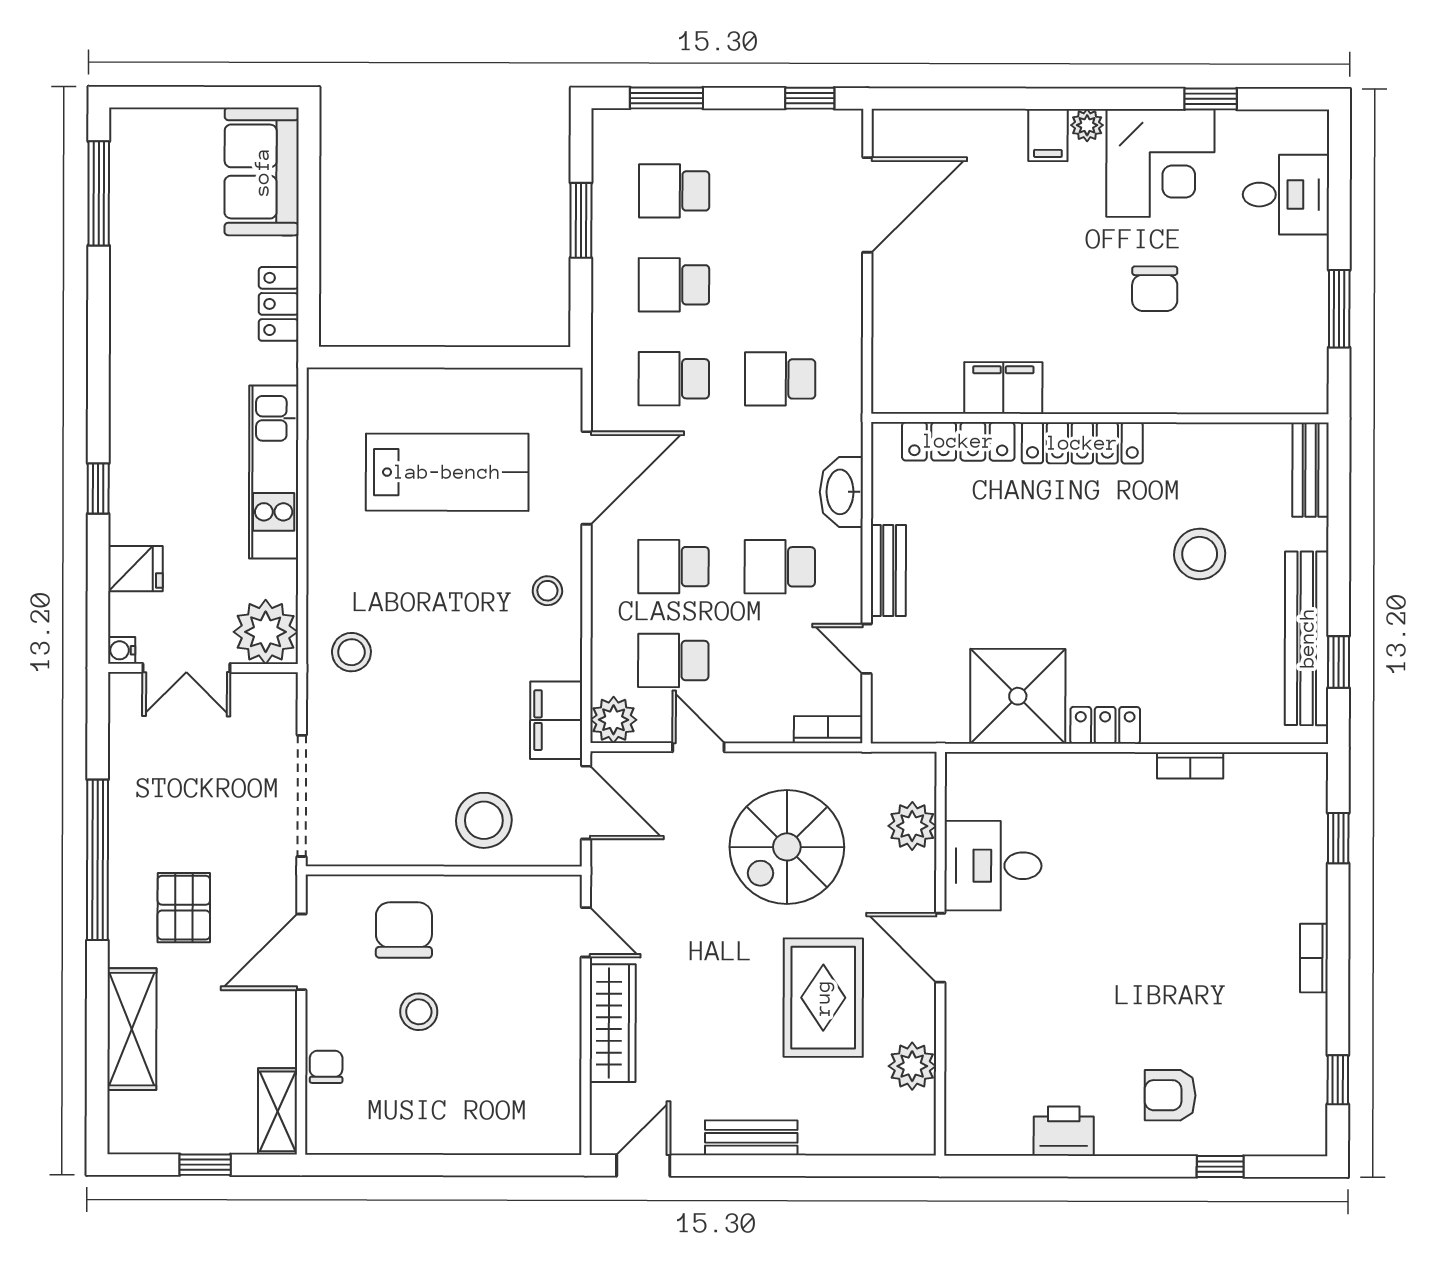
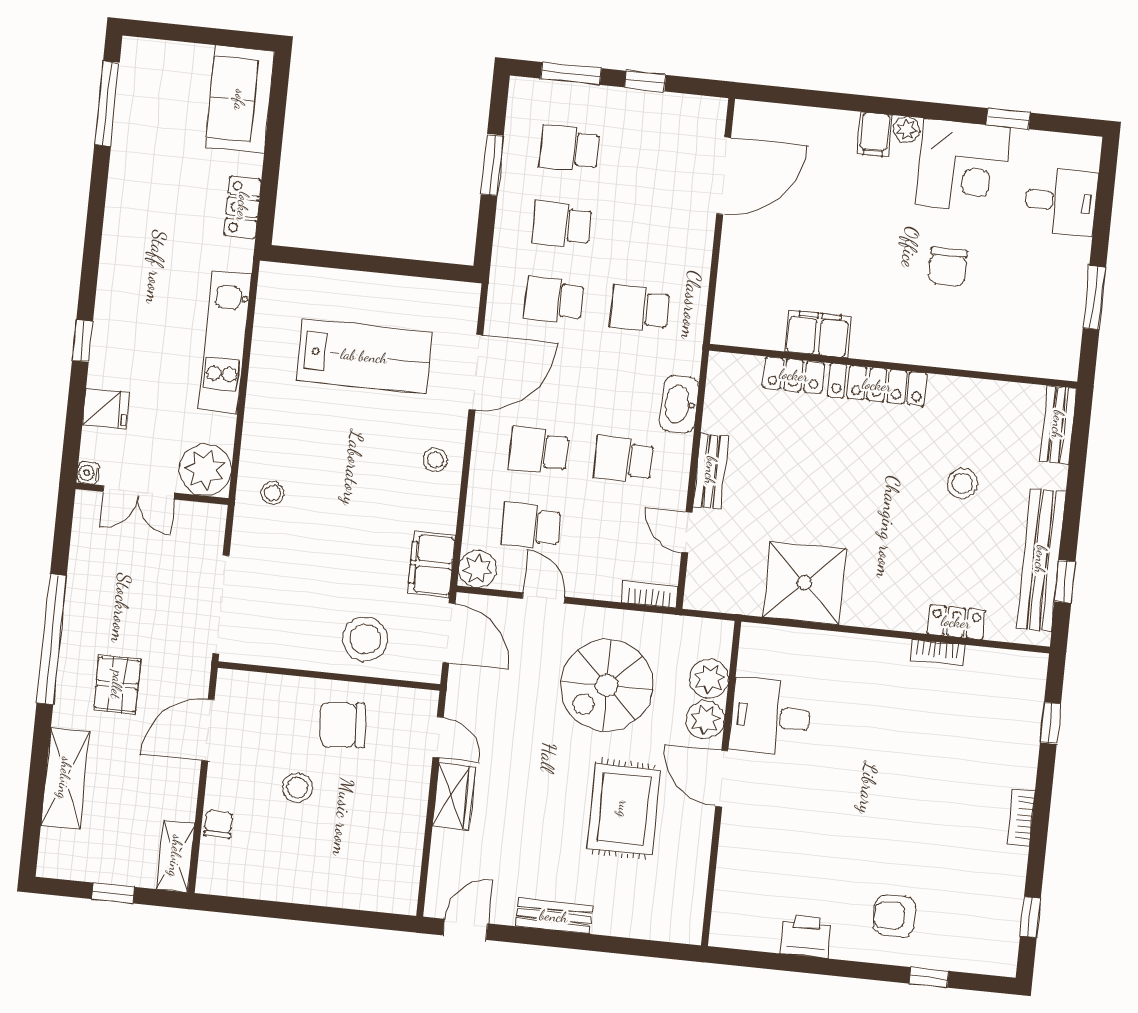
window: (810, 98) -> (645, 81), moved
locker: (958, 441) -> (794, 375), width x0.66
stool: (1200, 554) -> (962, 483), width x0.73, depth x0.73
stool: (351, 652) -> (273, 493), width x0.73, depth x0.73
locker: (1105, 725) -> (956, 622), moved
chair: (404, 930) -> (342, 725), moved, turned -95
wardrobe: (613, 1023) -> (454, 797), width x0.67
plant: (912, 1066) -> (705, 720), moved

